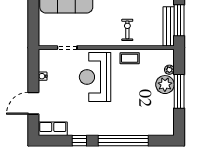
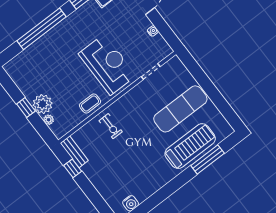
window: (179, 20) -> (73, 168), width x0.46
bench: (169, 26) -> (74, 152), width x0.73
window: (179, 91) -> (26, 107), width x0.46

